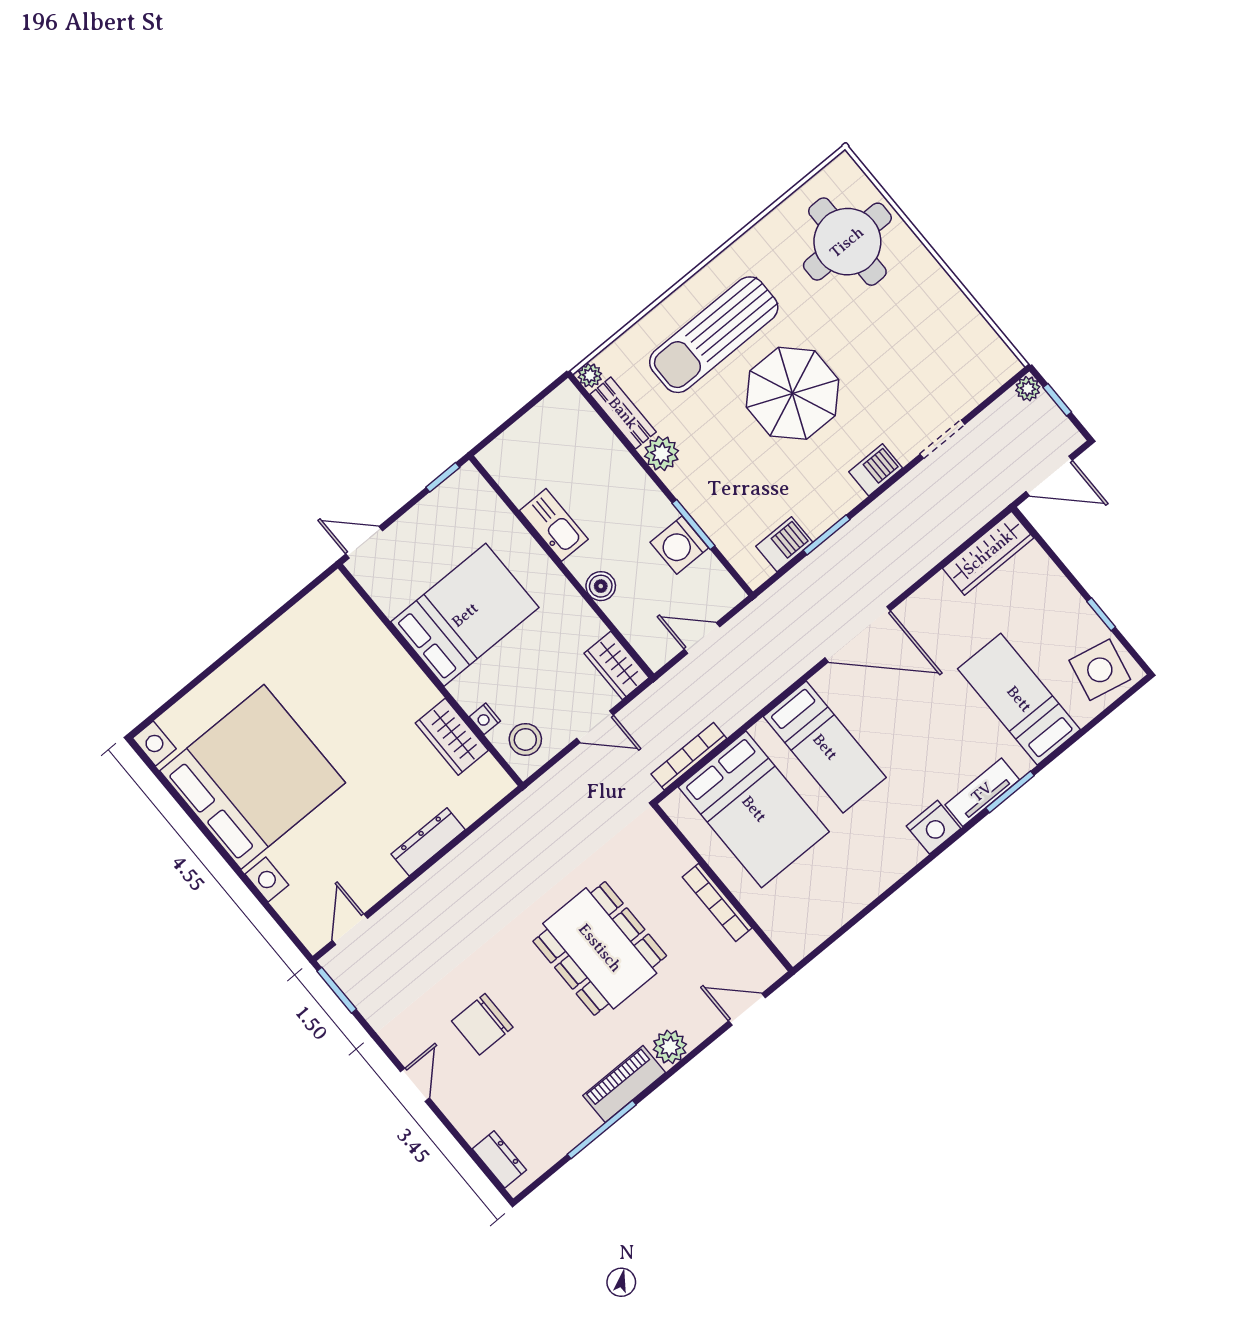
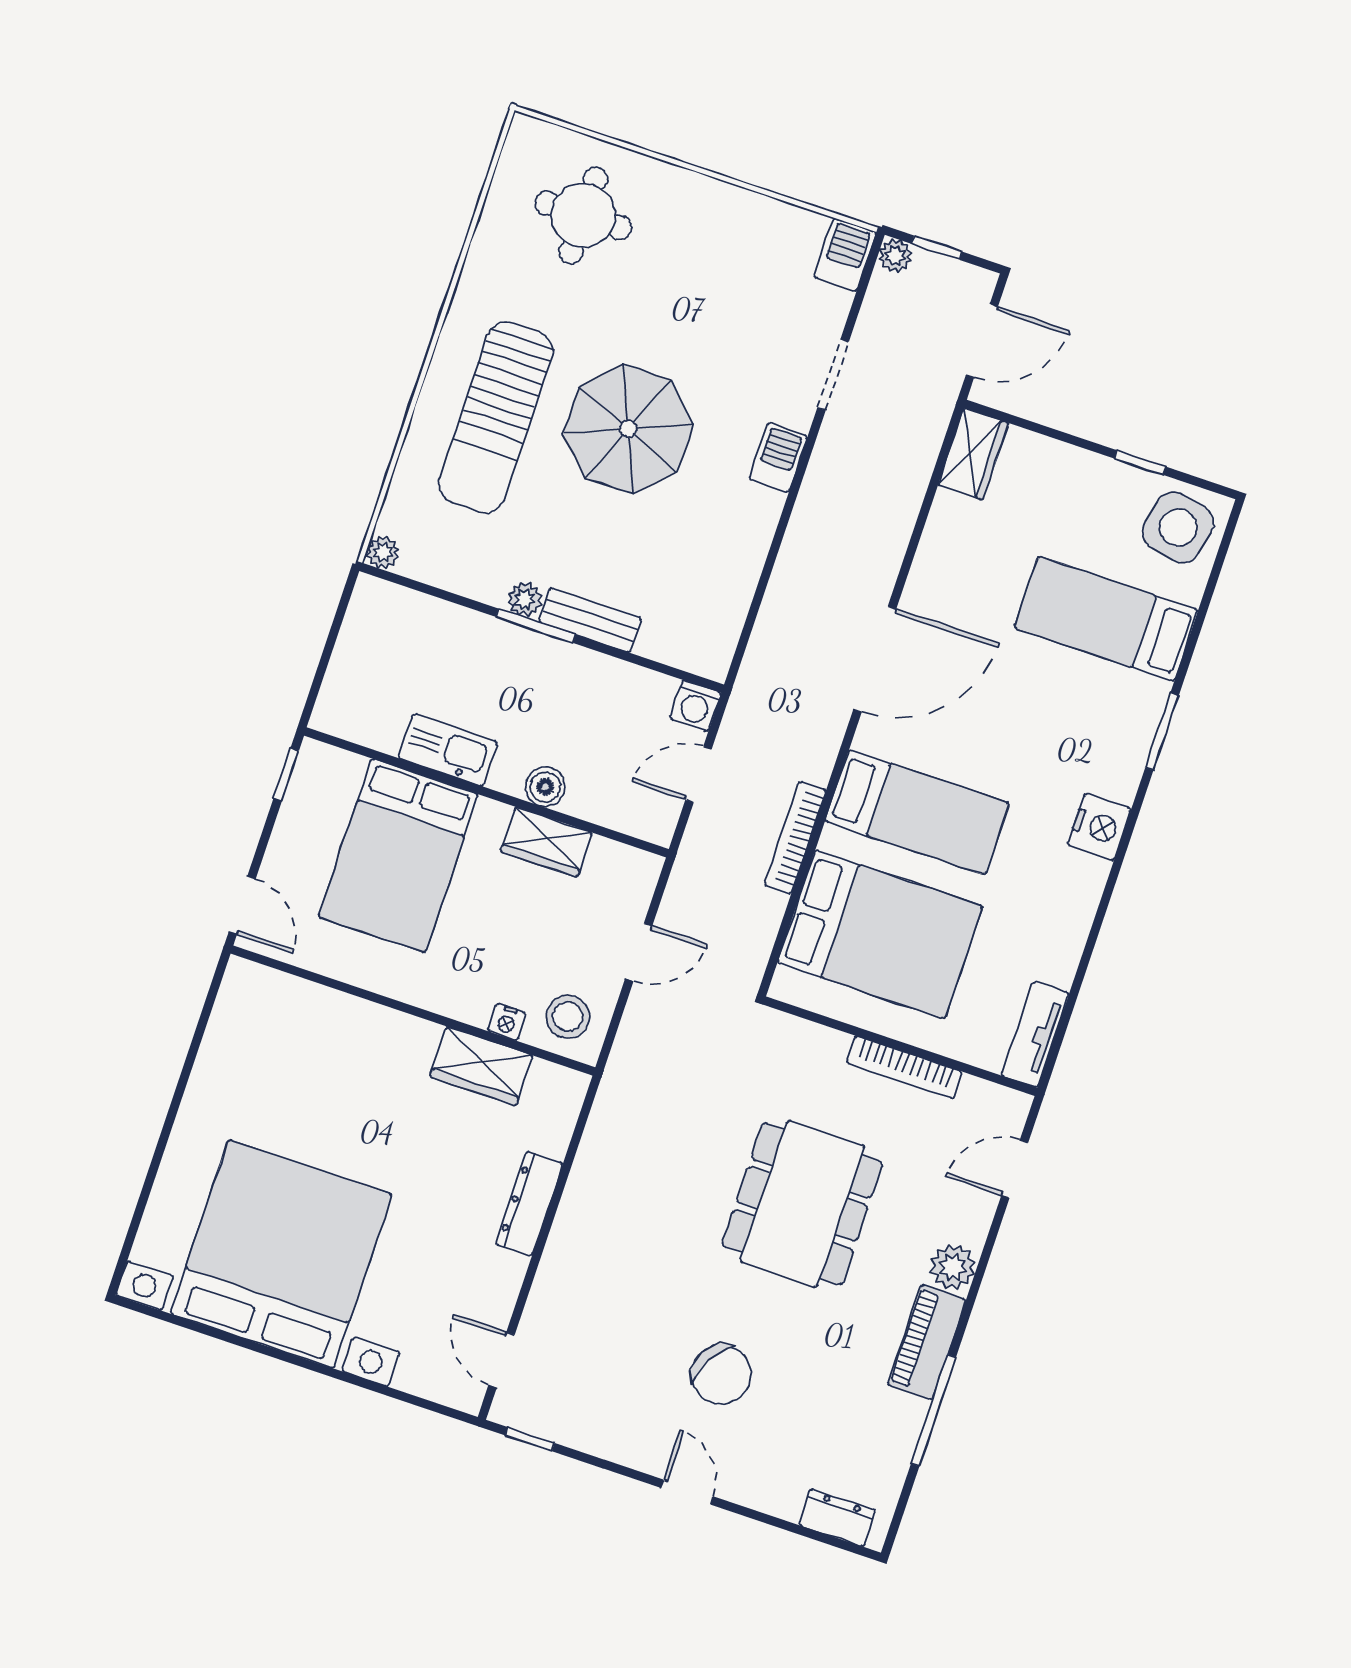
round table: (847, 242) -> (583, 215), width x0.73, depth x0.73
bench: (623, 413) -> (590, 620), moved
plant: (662, 453) -> (525, 599), width x0.73, depth x0.73
window: (693, 524) -> (536, 626), moved
window: (827, 535) -> (768, 567), removed
door: (364, 542) -> (242, 905), swing flipped
barbecue: (784, 544) -> (845, 255), moved
washing machine: (679, 545) -> (696, 706), moved, width x0.73, depth x0.73
wardrobe: (988, 553) -> (973, 454), width x0.67
bed: (465, 615) -> (398, 856), moved, turned 180
wardrobe: (617, 665) -> (546, 842), moved
bookcase: (689, 756) -> (795, 837), moved
tv unit: (982, 792) -> (1035, 1034), moved
dining table: (600, 948) -> (802, 1204), turned 90
window: (337, 990) -> (530, 1439), width x0.67
chair: (482, 1024) -> (721, 1374), turned -60

